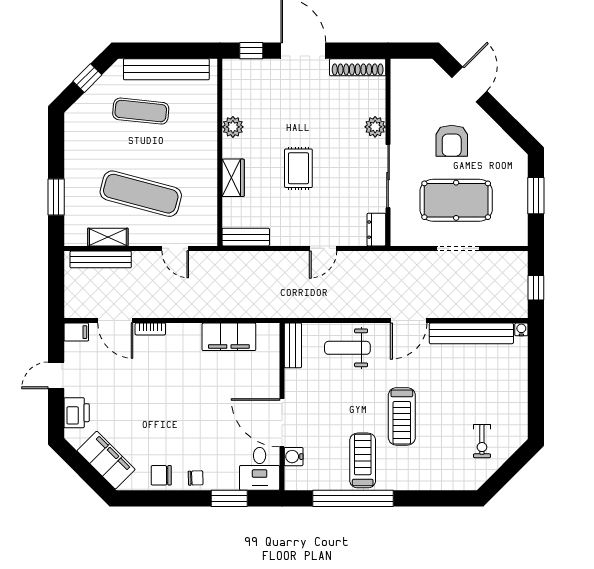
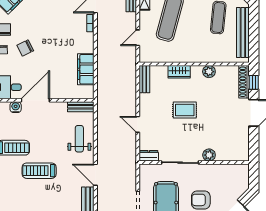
shoe rack: (358, 67) -> (244, 82), moved
chair: (193, 440) -> (25, 48), added

